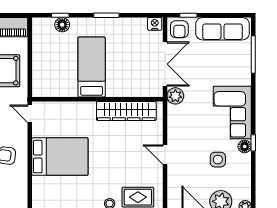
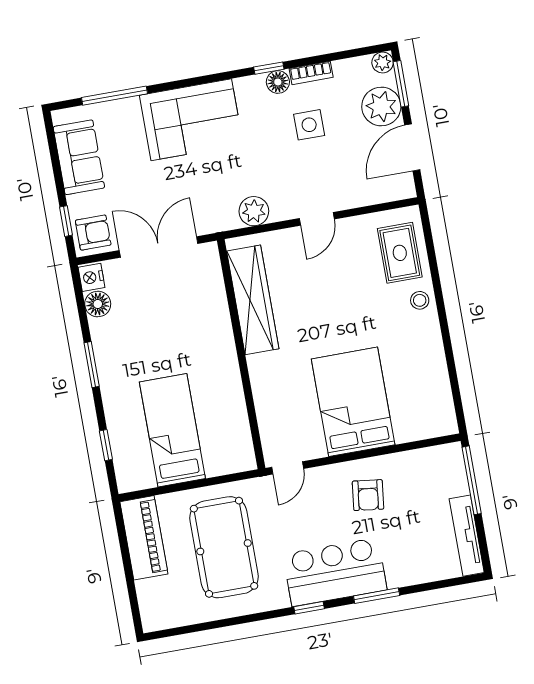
floor lamp: (62, 25) -> (98, 304), moved
sofa: (222, 29) -> (79, 157), width x0.73
bed: (92, 67) -> (172, 430), moved, turned 90
plant: (175, 96) -> (254, 211), moved
corner sofa: (232, 113) -> (191, 120), moved
bookcase: (246, 166) -> (311, 73), added

